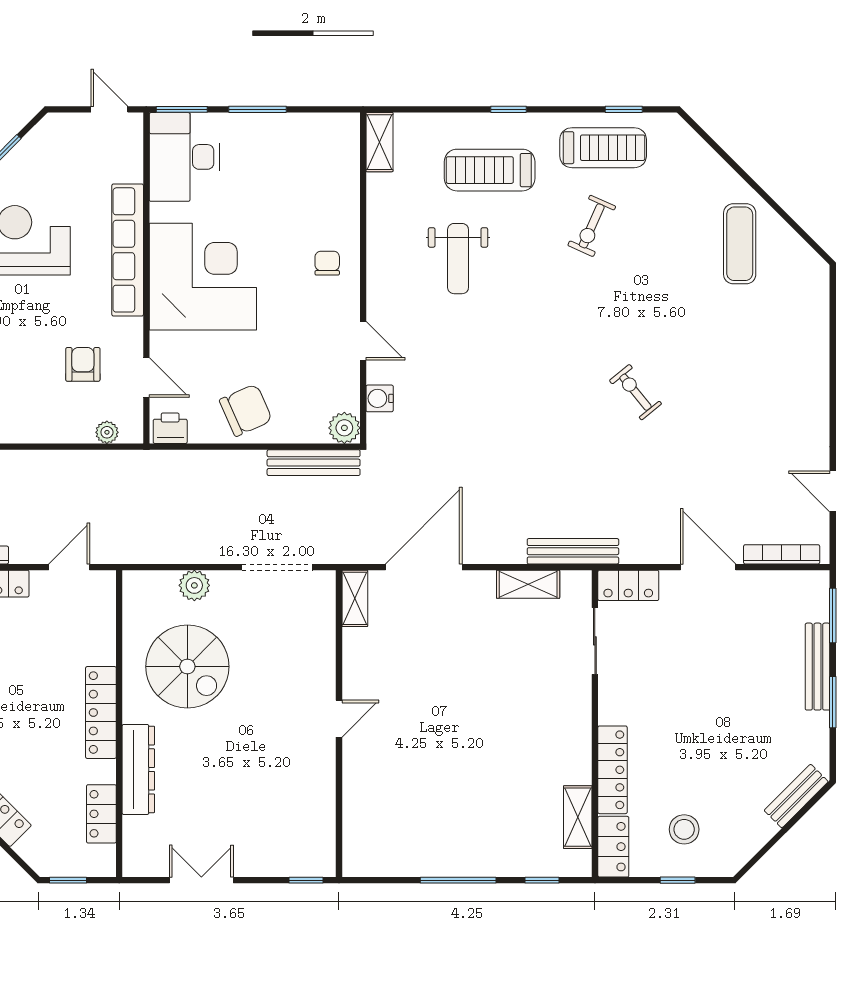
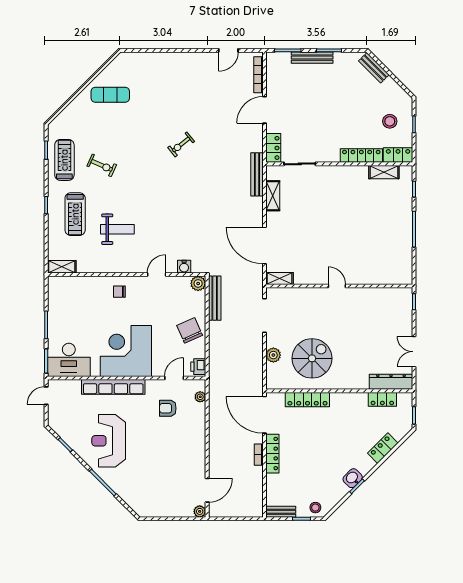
door: (69, 567) -> (265, 415), width x1.88
locker: (101, 713) -> (307, 400), moved
dresser: (138, 769) -> (391, 382), moved

